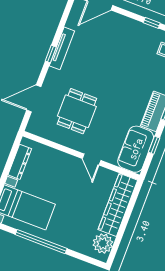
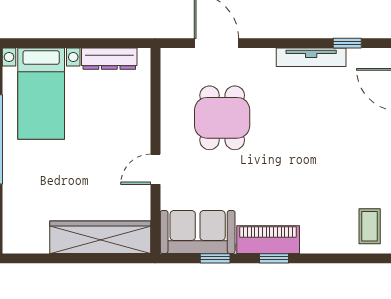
window: (51, 54) -> (347, 43), moved
dining table: (77, 111) -> (222, 118), turned 90
plant: (103, 244) -> (31, 237), removed

